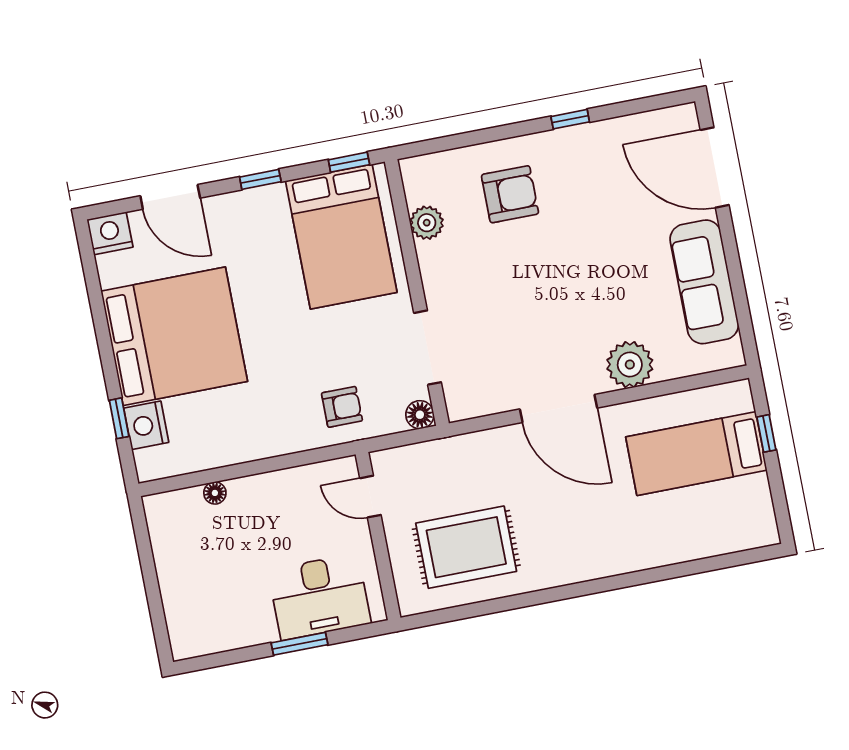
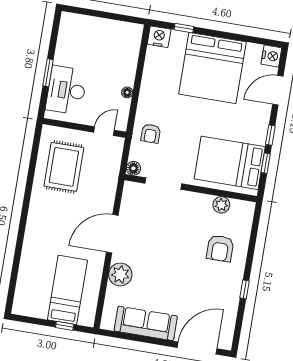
window: (349, 162) -> (266, 163), moved
nightstand: (146, 425) -> (159, 37), moved
floor lamp: (215, 493) -> (127, 92), moved

